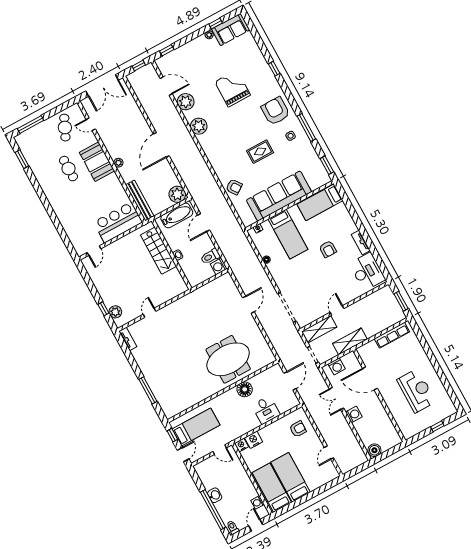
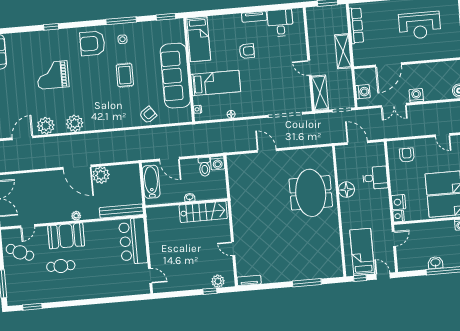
plant: (177, 194) -> (101, 175), moved
stairs: (158, 251) -> (203, 212), moved
desk: (367, 272) -> (280, 23), width x0.73
shelving: (350, 341) -> (343, 51), moved
reception desk: (416, 391) -> (420, 25), turned 180

